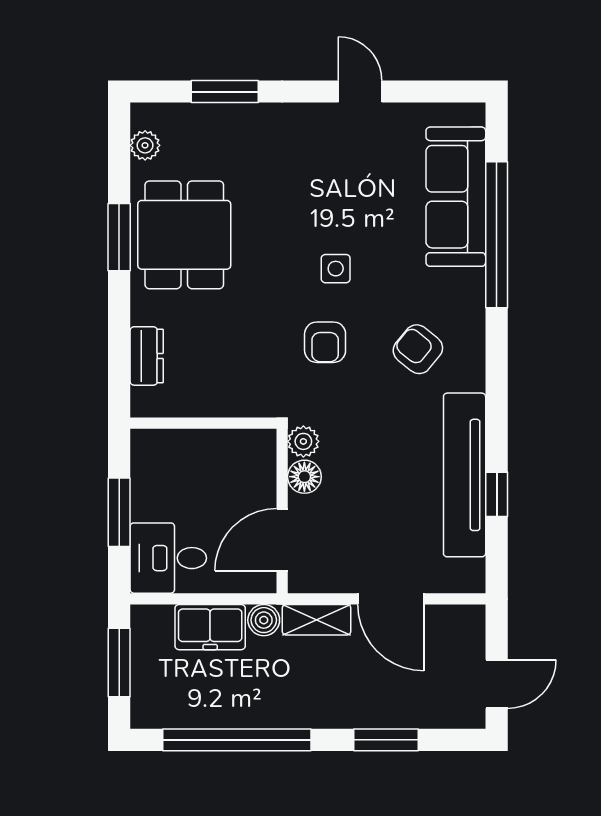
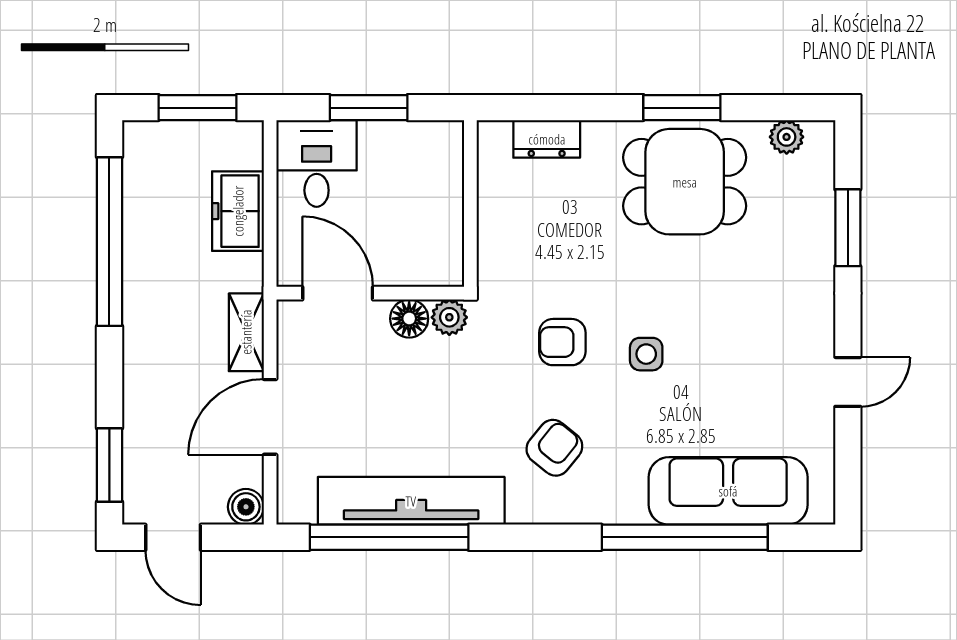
window: (497, 494) -> (389, 537), width x3.17
boiler: (264, 620) -> (246, 507), moved
window: (386, 740) -> (109, 465), moved

